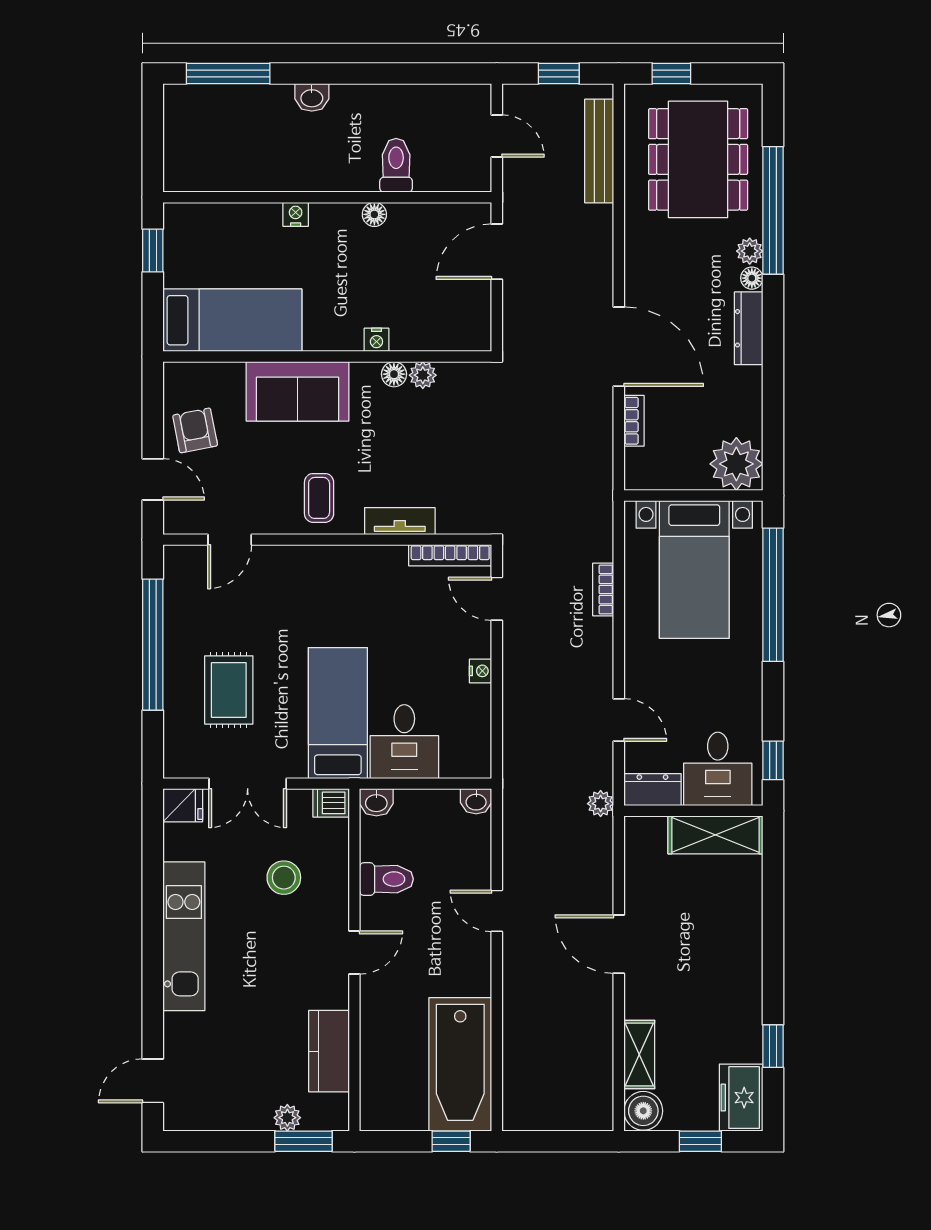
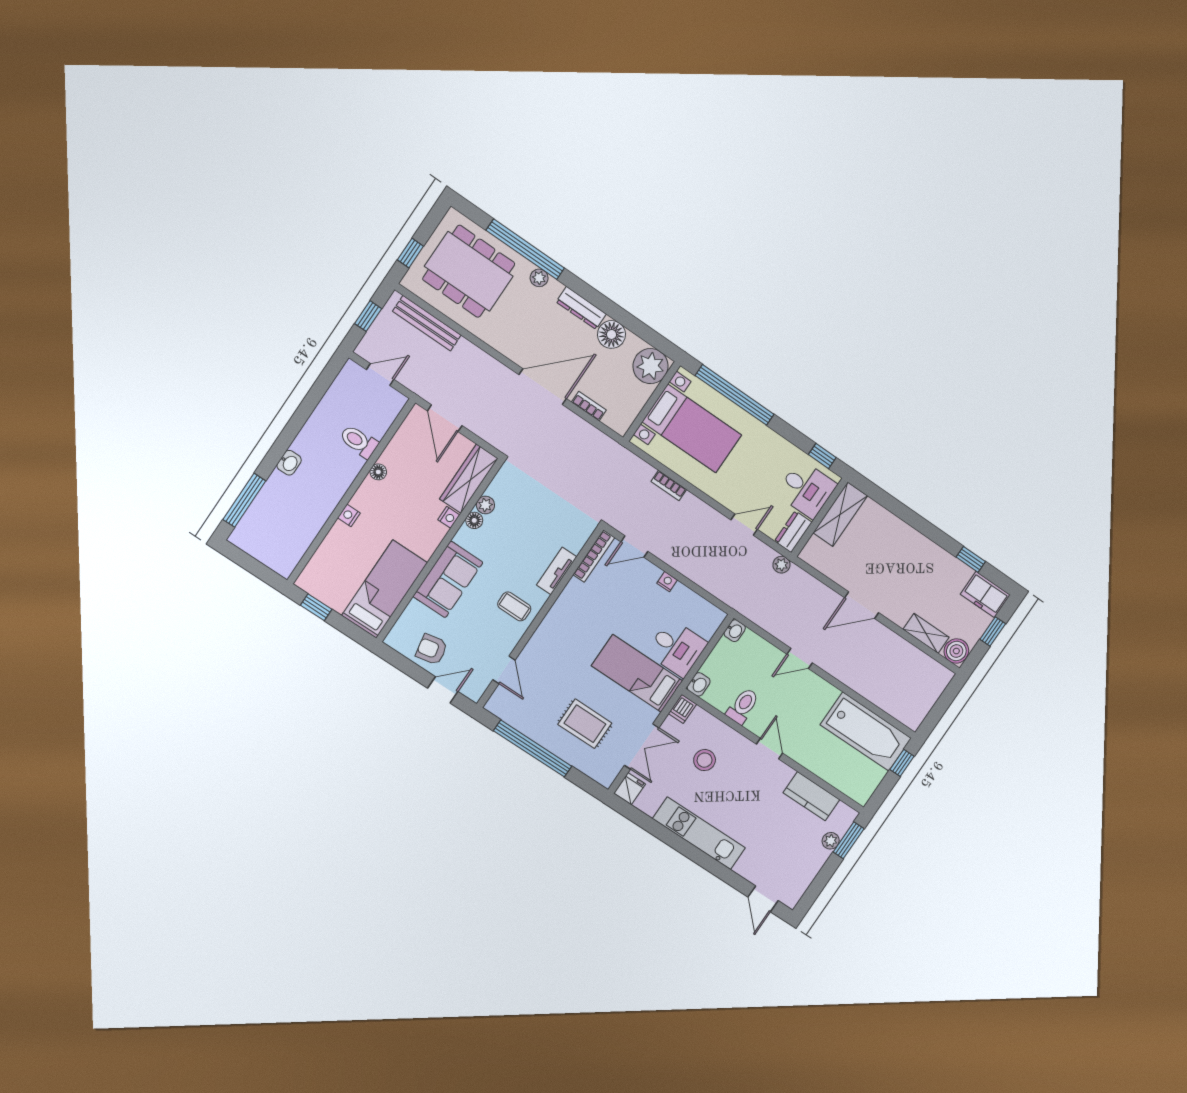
floor lamp: (752, 278) -> (612, 334), moved, width x1.89, depth x1.89
wardrobe: (442, 332) -> (469, 479), added

